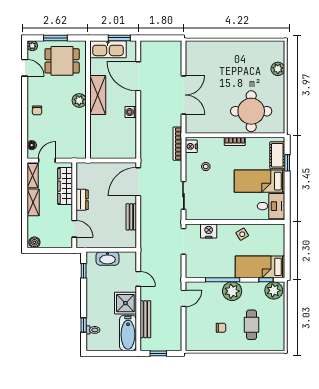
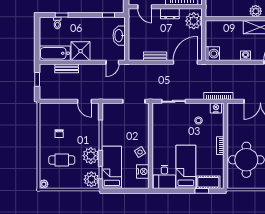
washing machine: (128, 150) -> (212, 54), added
plant: (90, 172) -> (194, 21), added
door: (138, 182) -> (185, 62), hinge flipped
door: (74, 229) -> (145, 7), hinge flipped
nightstand: (209, 231) -> (143, 171), moved
door: (138, 279) -> (112, 62), moved
plant: (232, 291) -> (91, 156), moved
bench: (145, 319) -> (67, 68), width x0.73
plant: (279, 346) -> (44, 184), added

